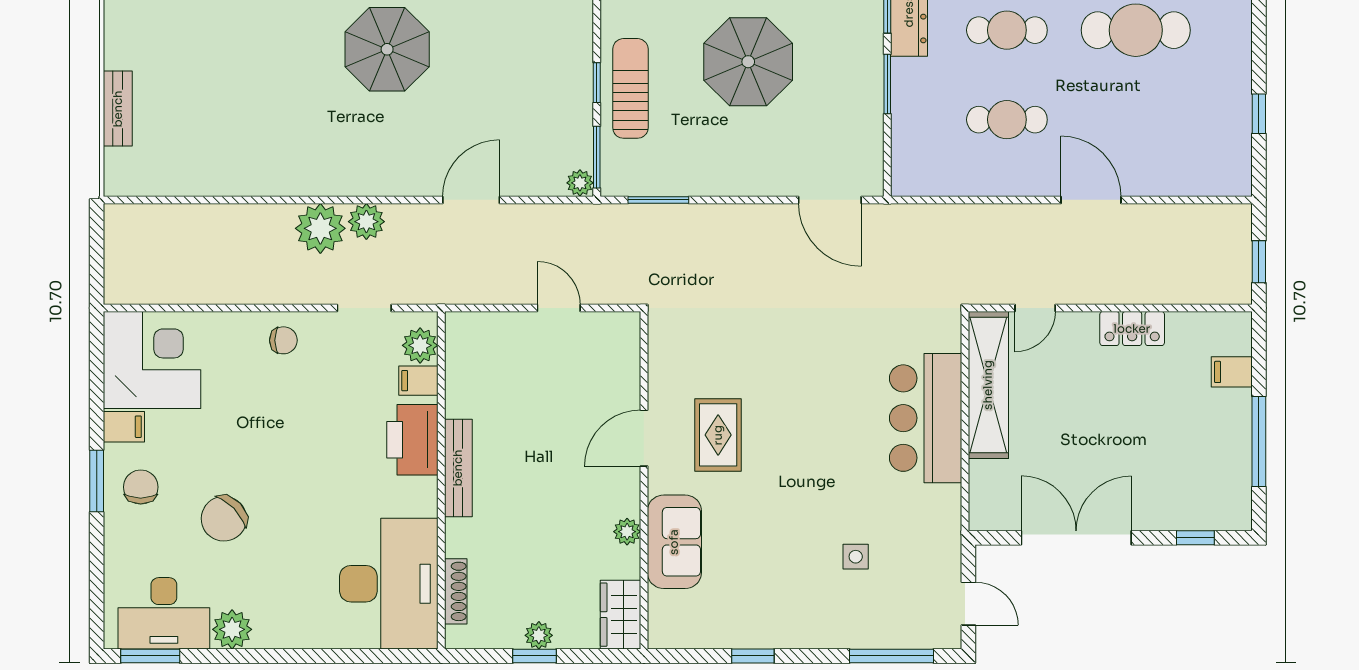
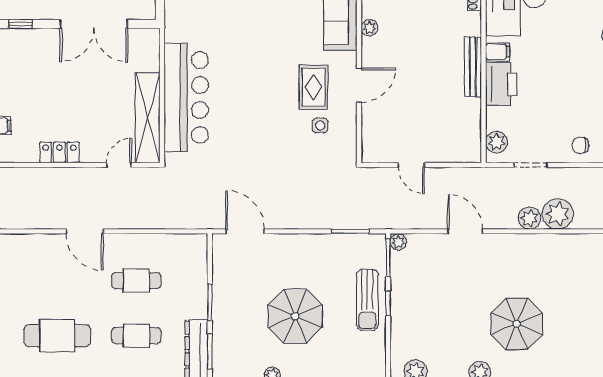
door: (471, 200) -> (465, 231), swing flipped
filing cabinet: (418, 381) -> (498, 52), moved
bar counter: (926, 418) -> (186, 97), width x1.36
side table: (856, 557) -> (320, 126), moved

